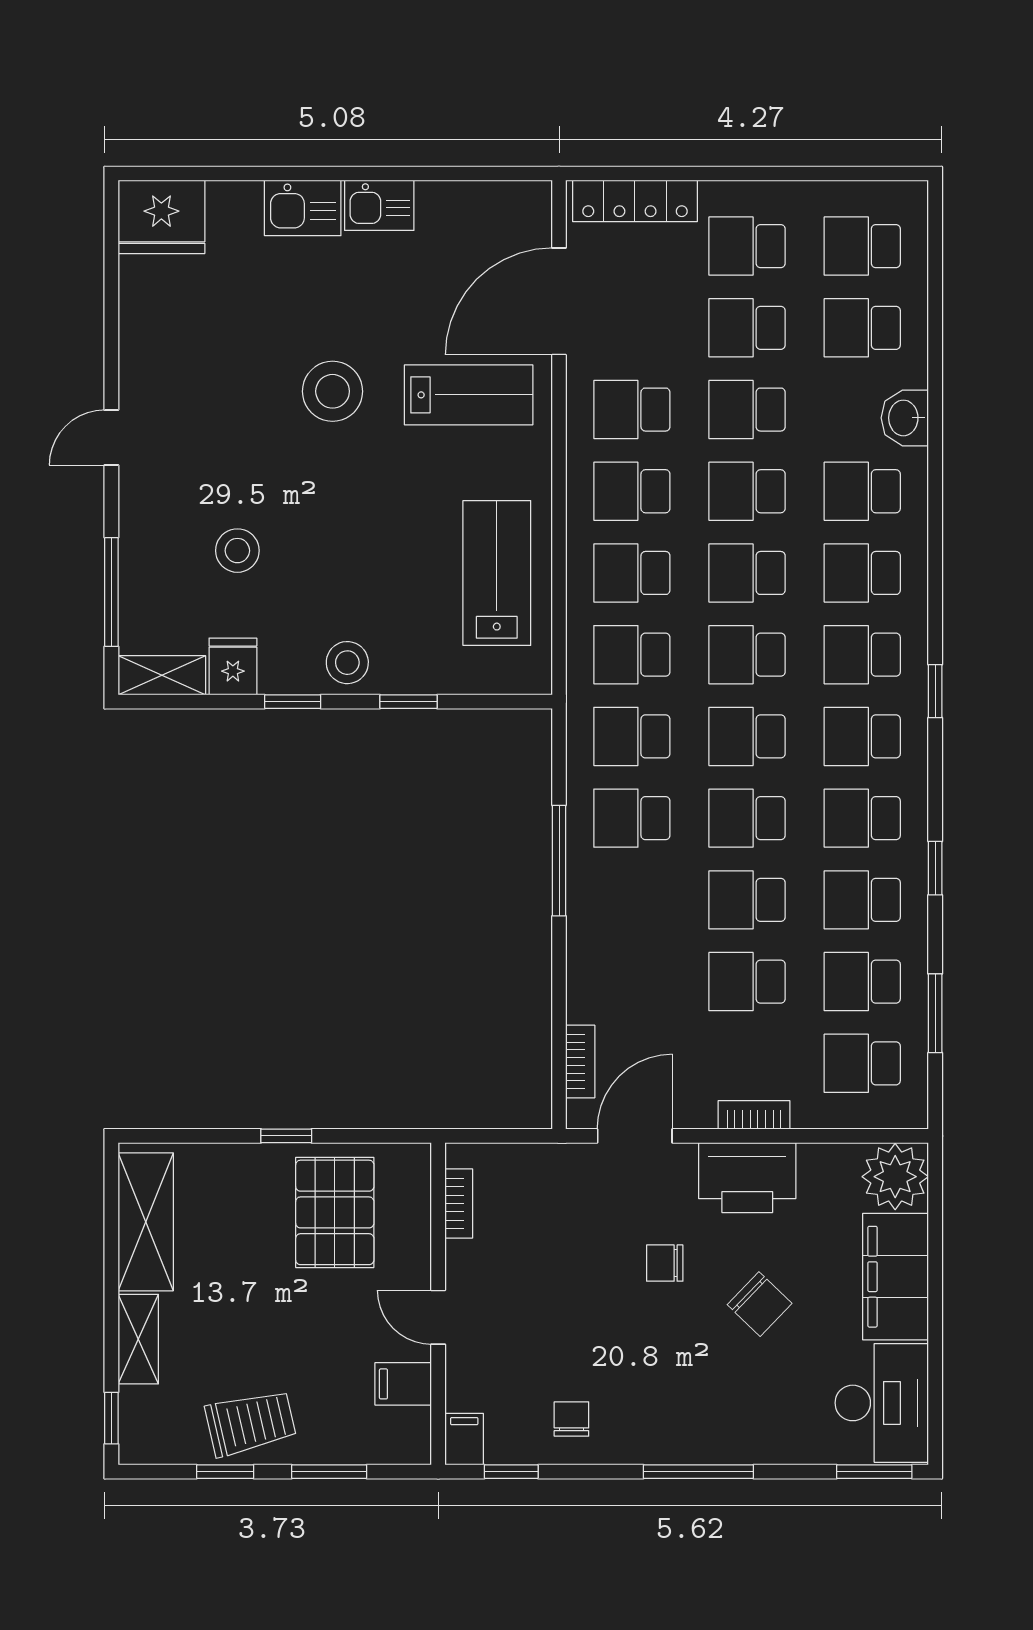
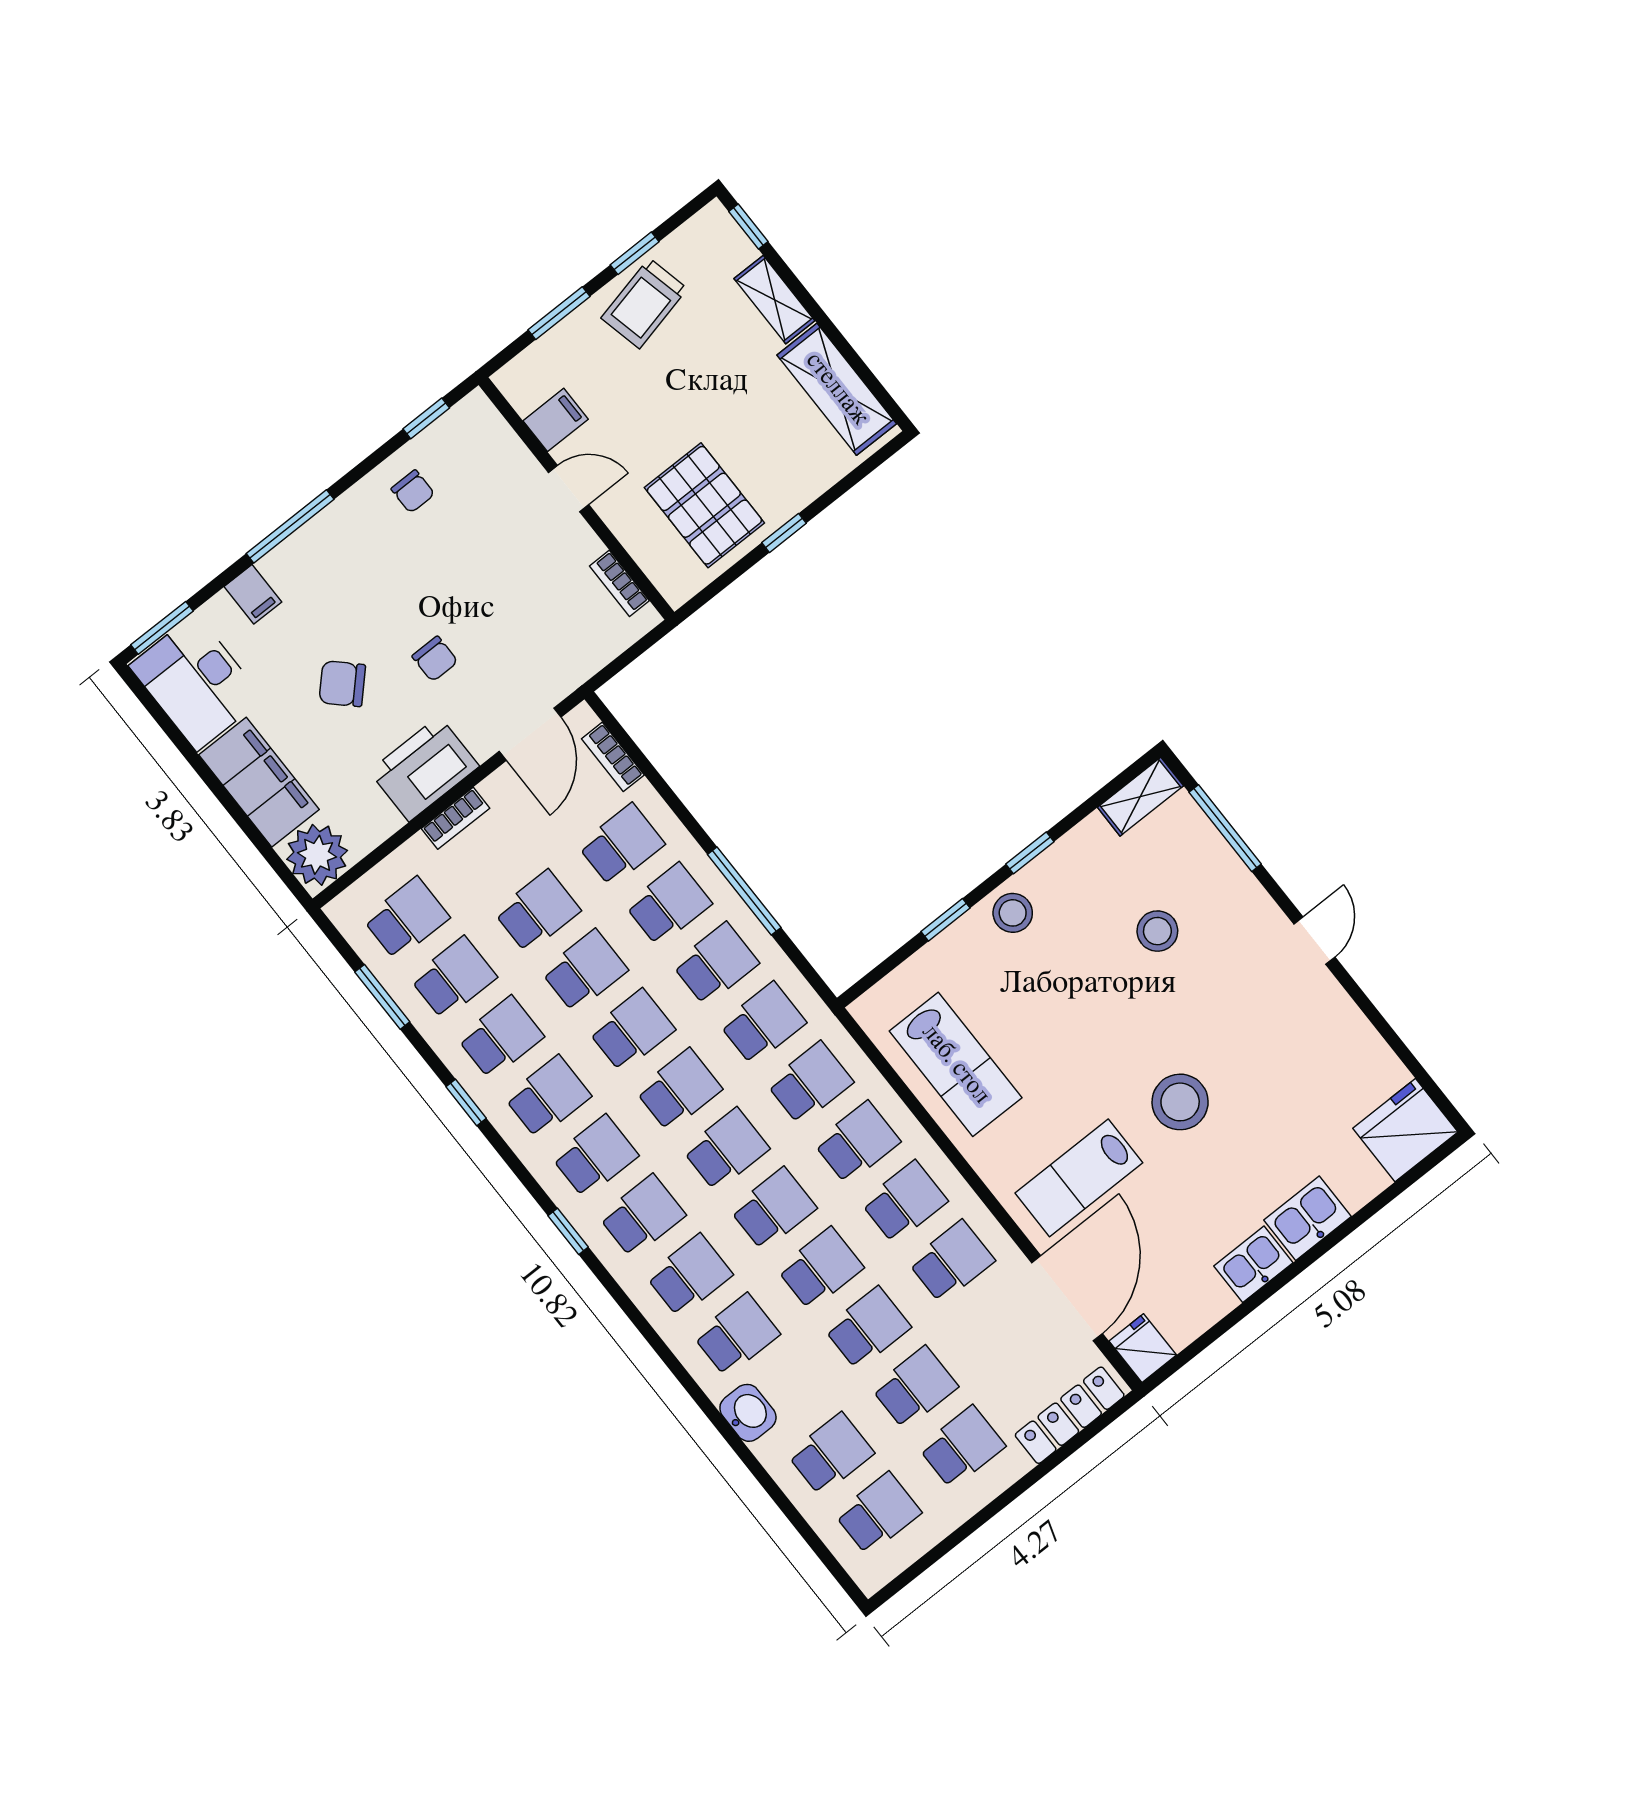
fridge: (233, 667) -> (1143, 1348), moved, turned 180
school desk: (632, 900) -> (669, 904), added
school desk: (632, 982) -> (621, 845), added
chair: (665, 1263) -> (435, 659), turned 90
filing cabinet: (464, 1439) -> (253, 594), moved

